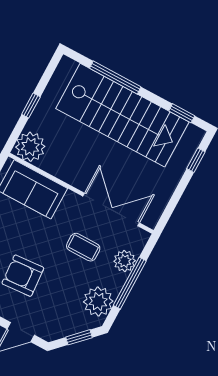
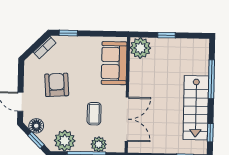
stairs: (122, 115) -> (196, 108), width x0.73, depth x0.66
floor lamp: (61, 328) -> (36, 126), added

